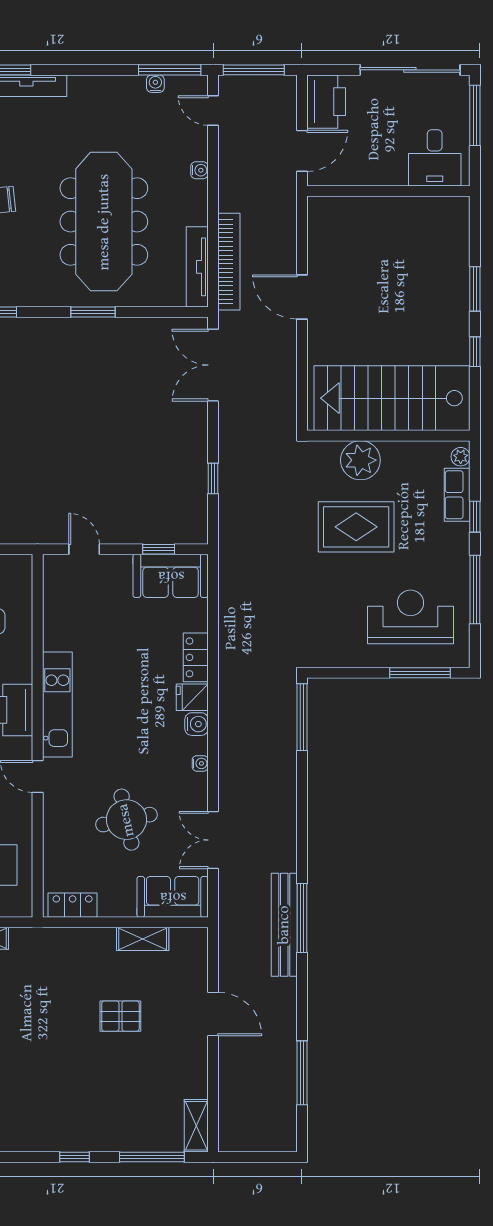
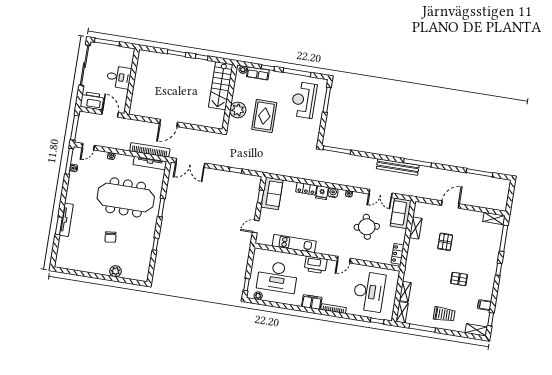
desk: (435, 158) -> (119, 77), moved
stairs: (392, 398) -> (221, 86), width x0.73, depth x0.66
kitchen unit: (57, 704) -> (294, 244), moved
bench: (284, 925) -> (398, 167), moved
pallet: (35, 1064) -> (459, 279), added

